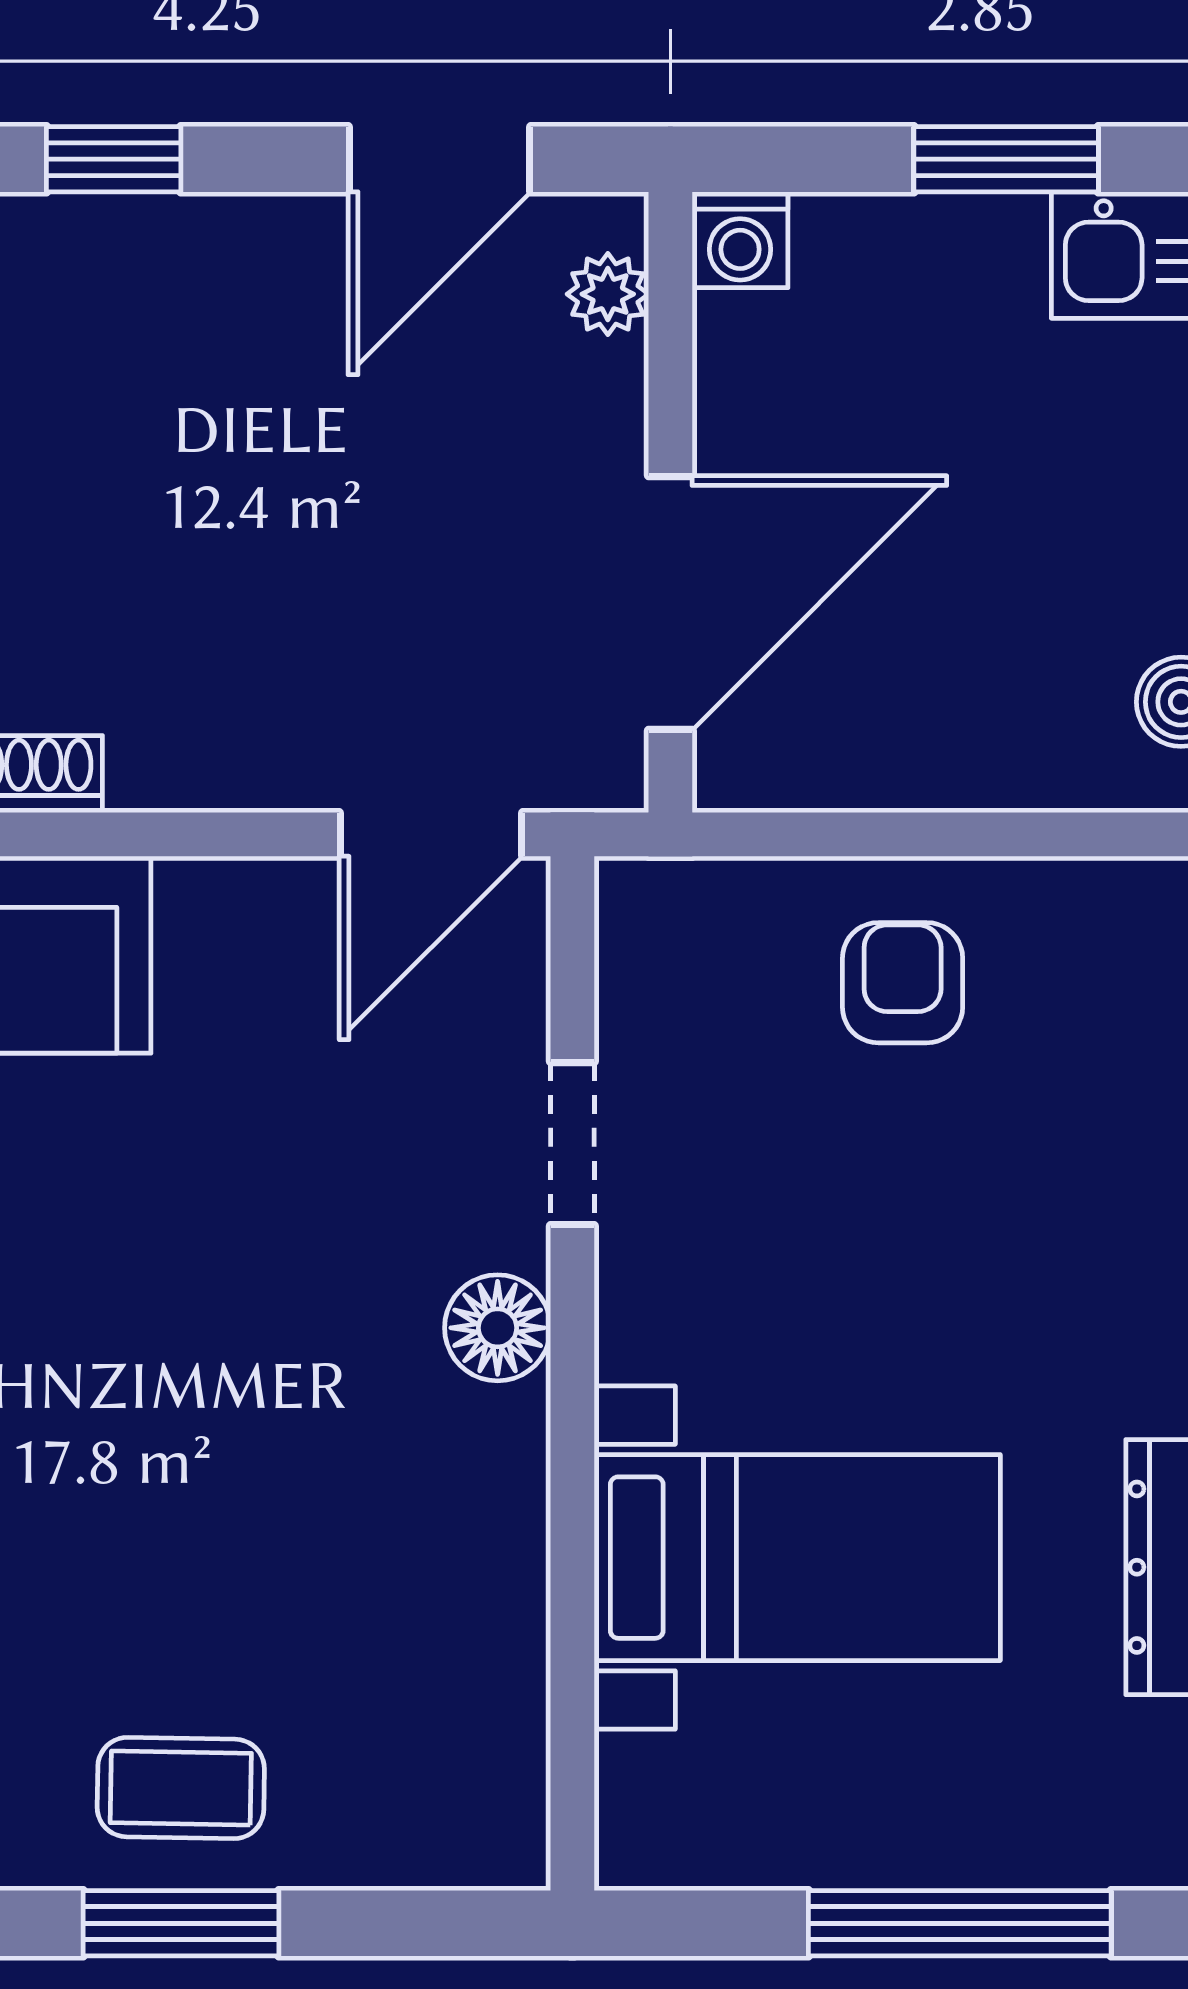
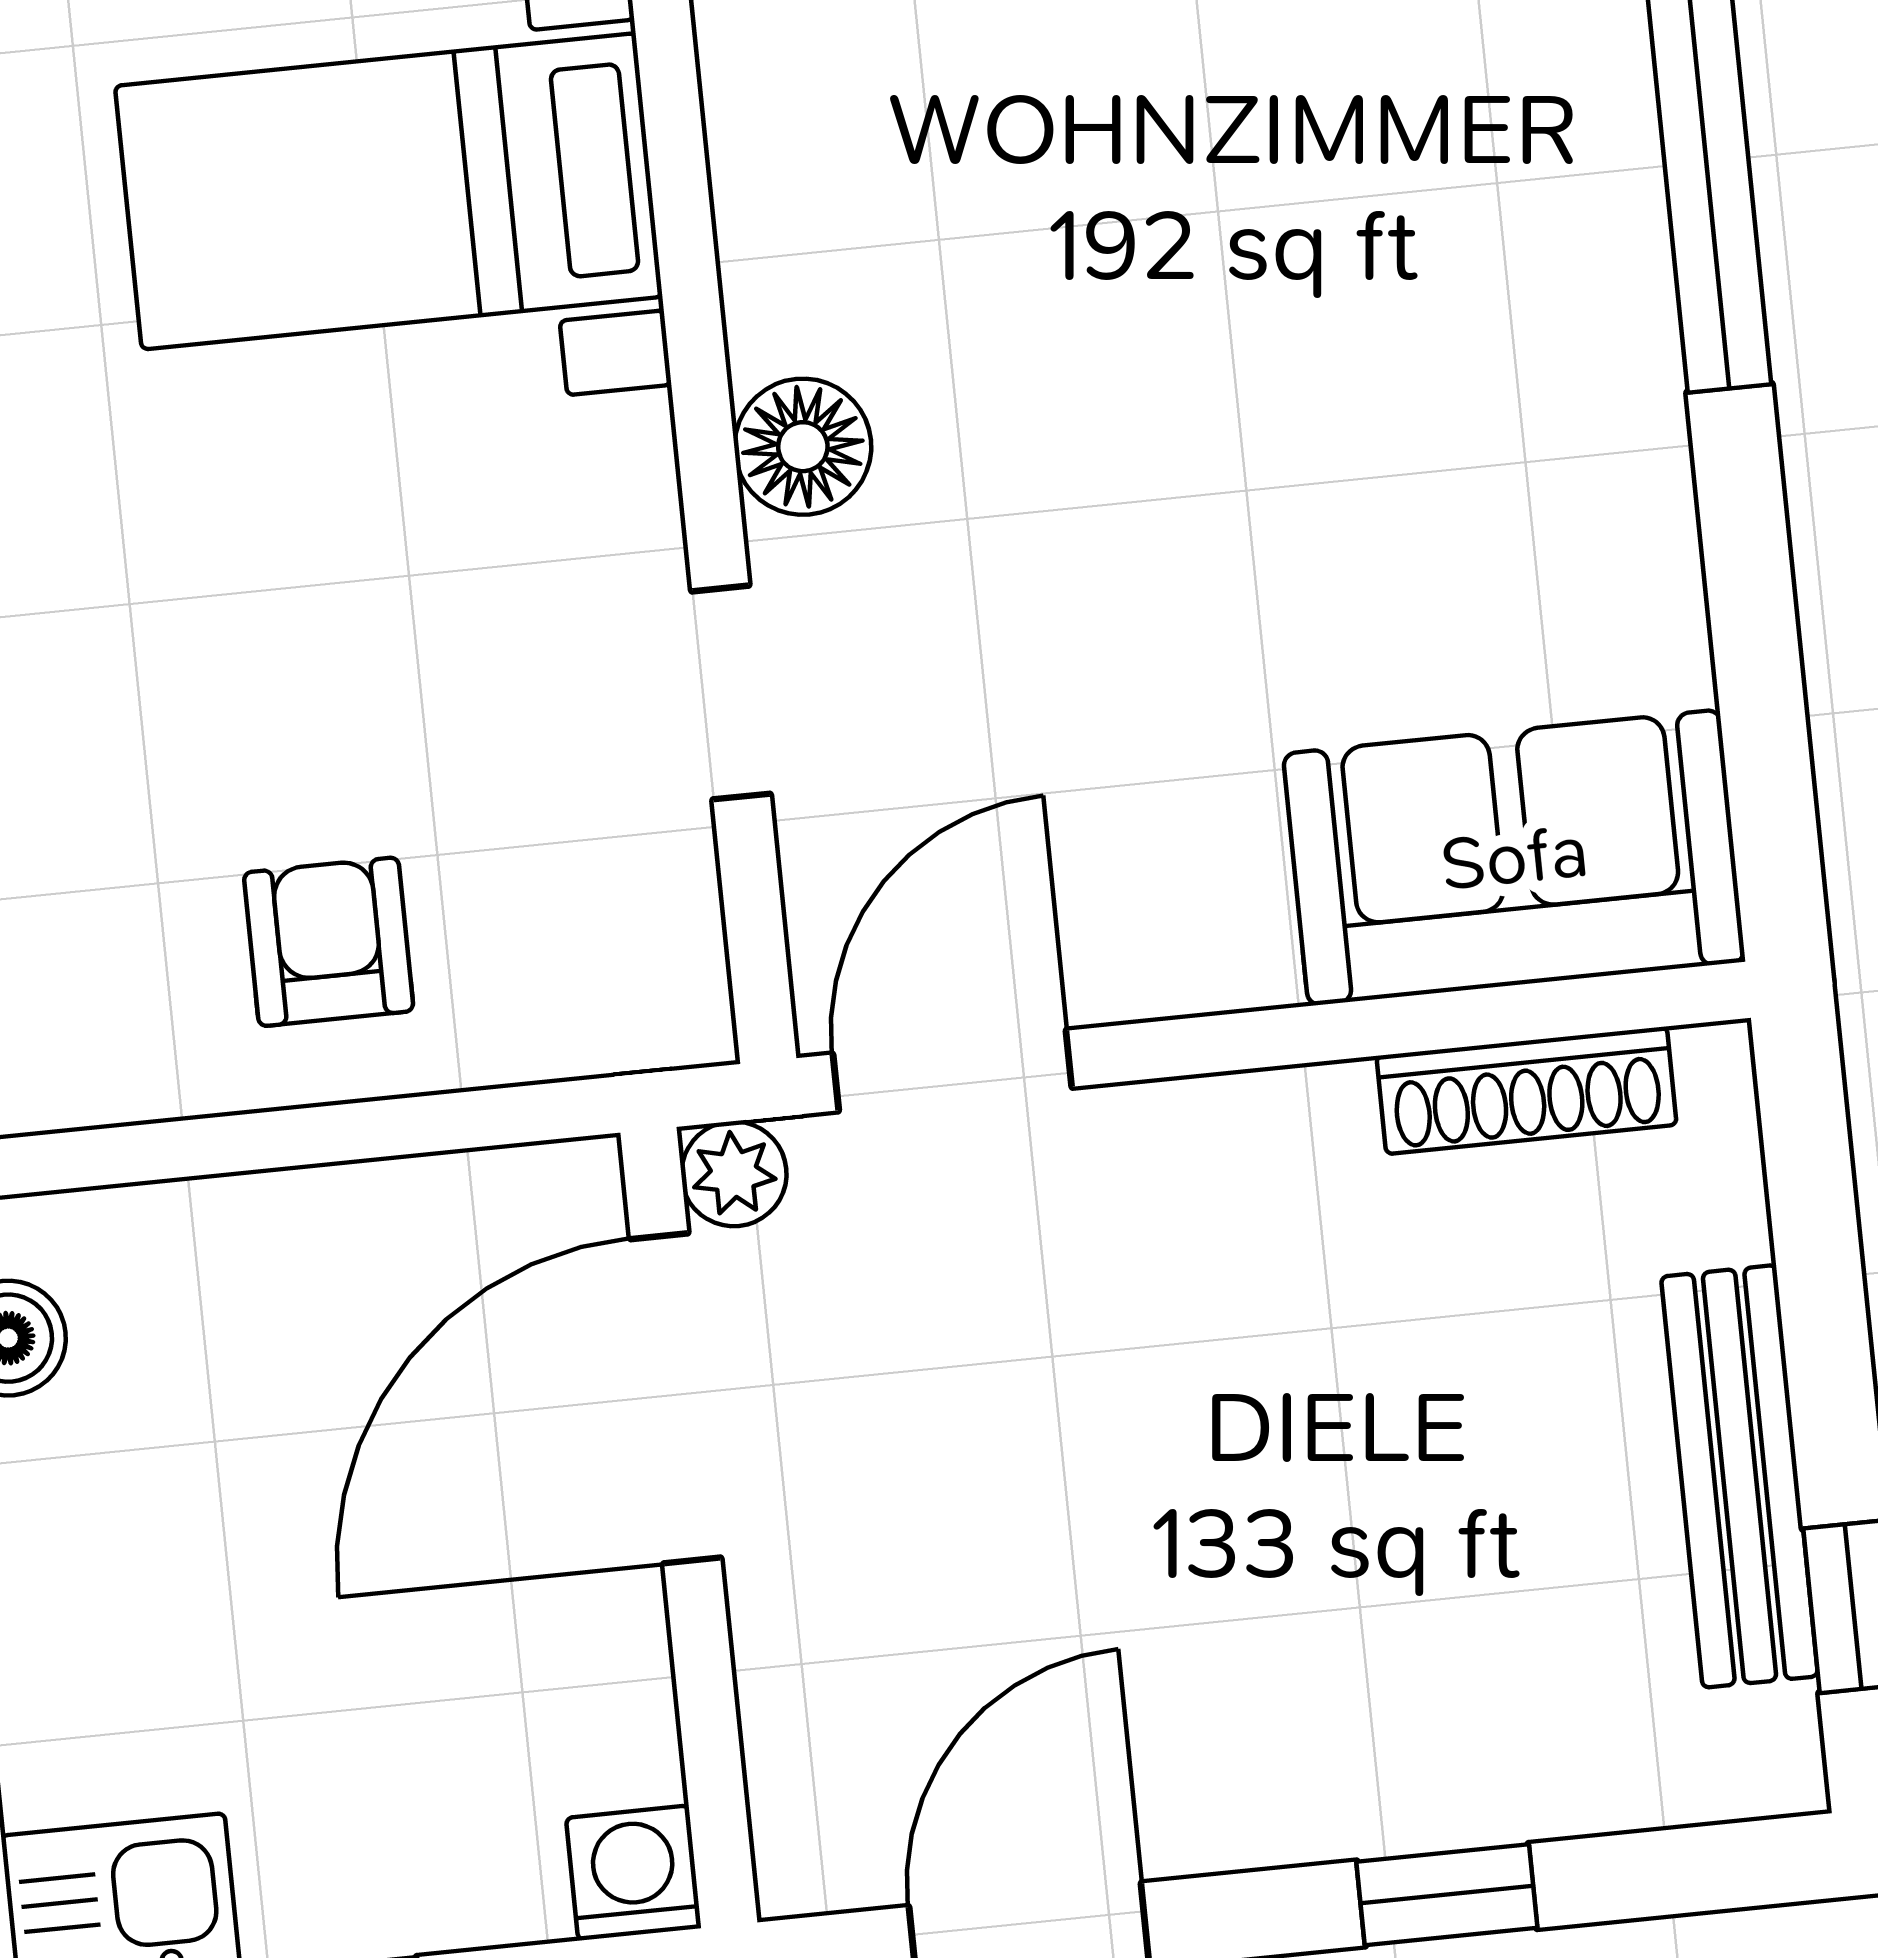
plant: (608, 294) -> (734, 1174), moved
armchair: (903, 983) -> (329, 942), turned 180

